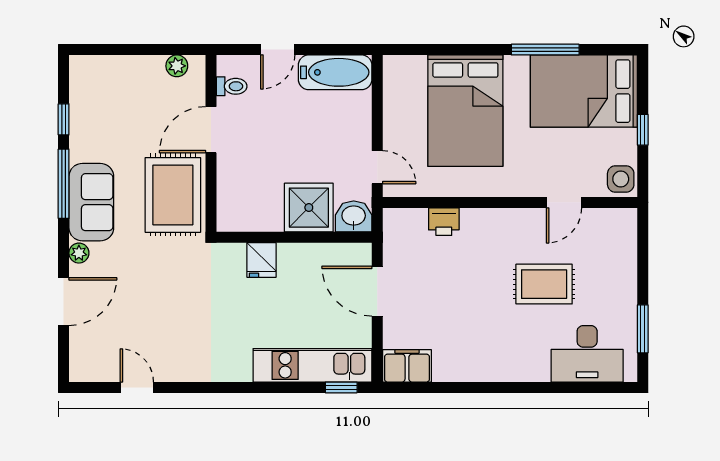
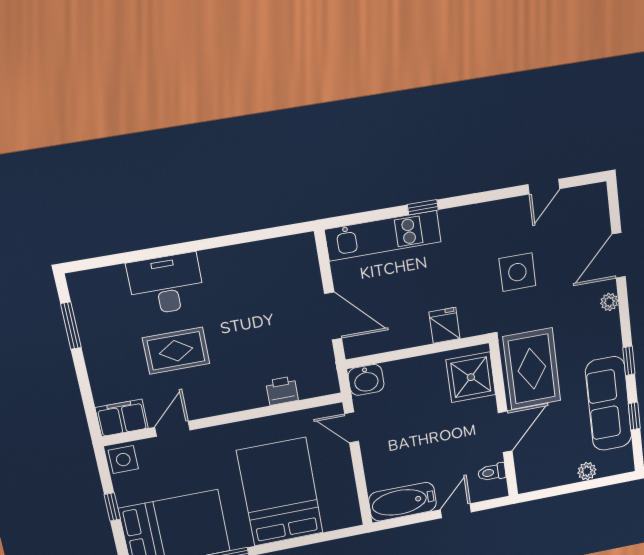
plant: (177, 66) -> (587, 471), moved
window: (64, 184) -> (629, 361), width x0.46
sofa: (91, 202) -> (609, 404), moved, width x1.36
shower: (309, 208) -> (471, 377), moved
side table: (176, 303) -> (517, 272), added
desk: (587, 354) -> (166, 284), moved
filing cabinet: (407, 366) -> (122, 418), moved, turned 180
door: (137, 387) -> (544, 187), hinge flipped
window: (341, 387) -> (423, 207), moved

